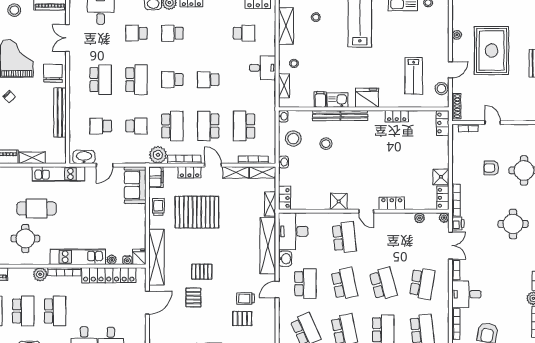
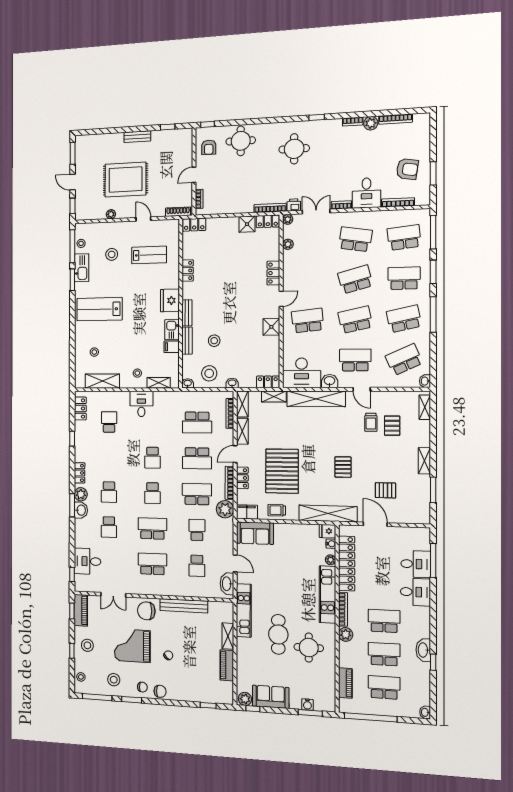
stool: (441, 89) -> (112, 254), moved
armchair: (491, 168) -> (209, 147), moved
pallet: (193, 298) -> (385, 490), moved

